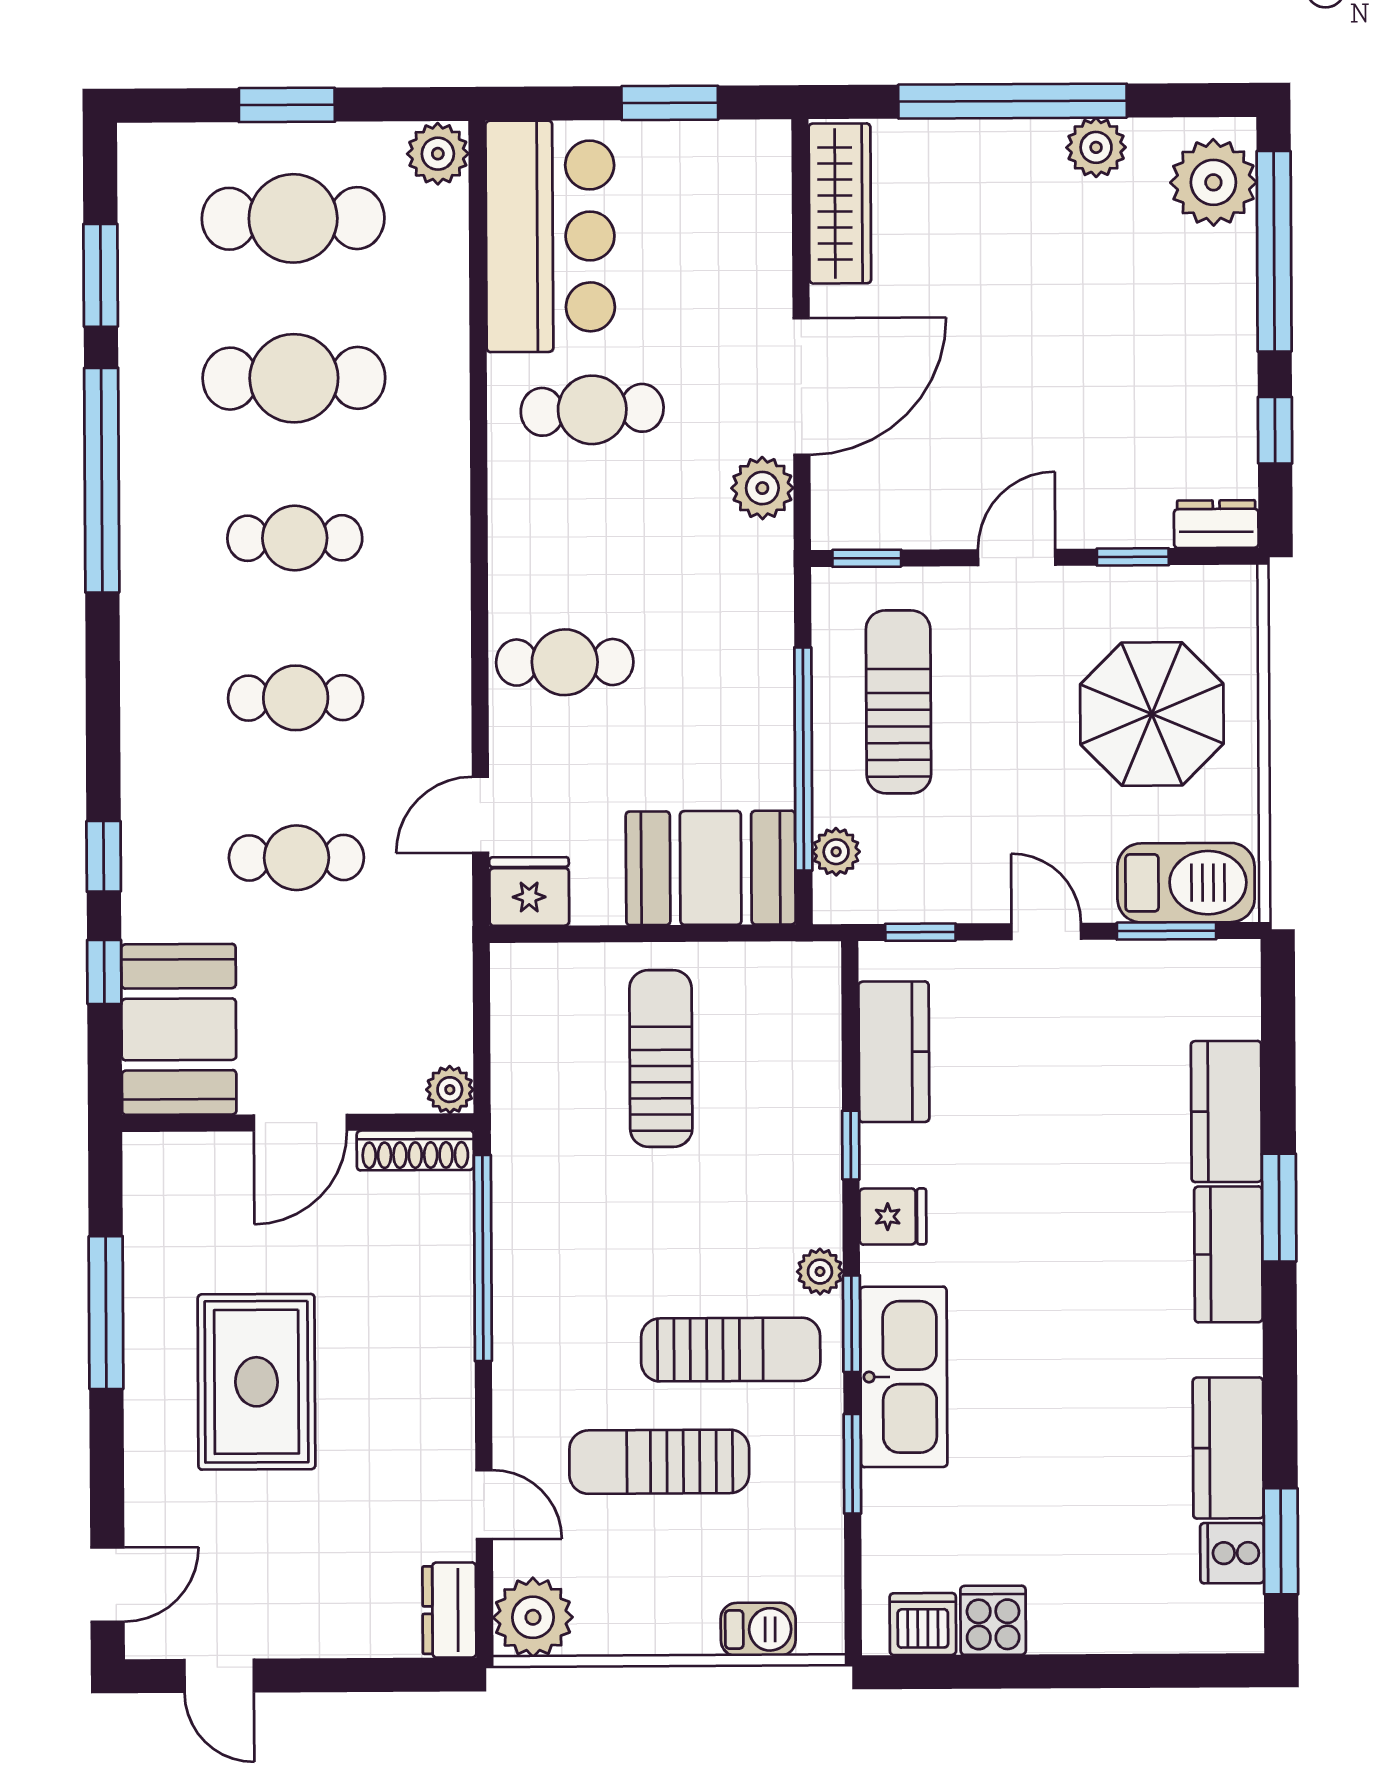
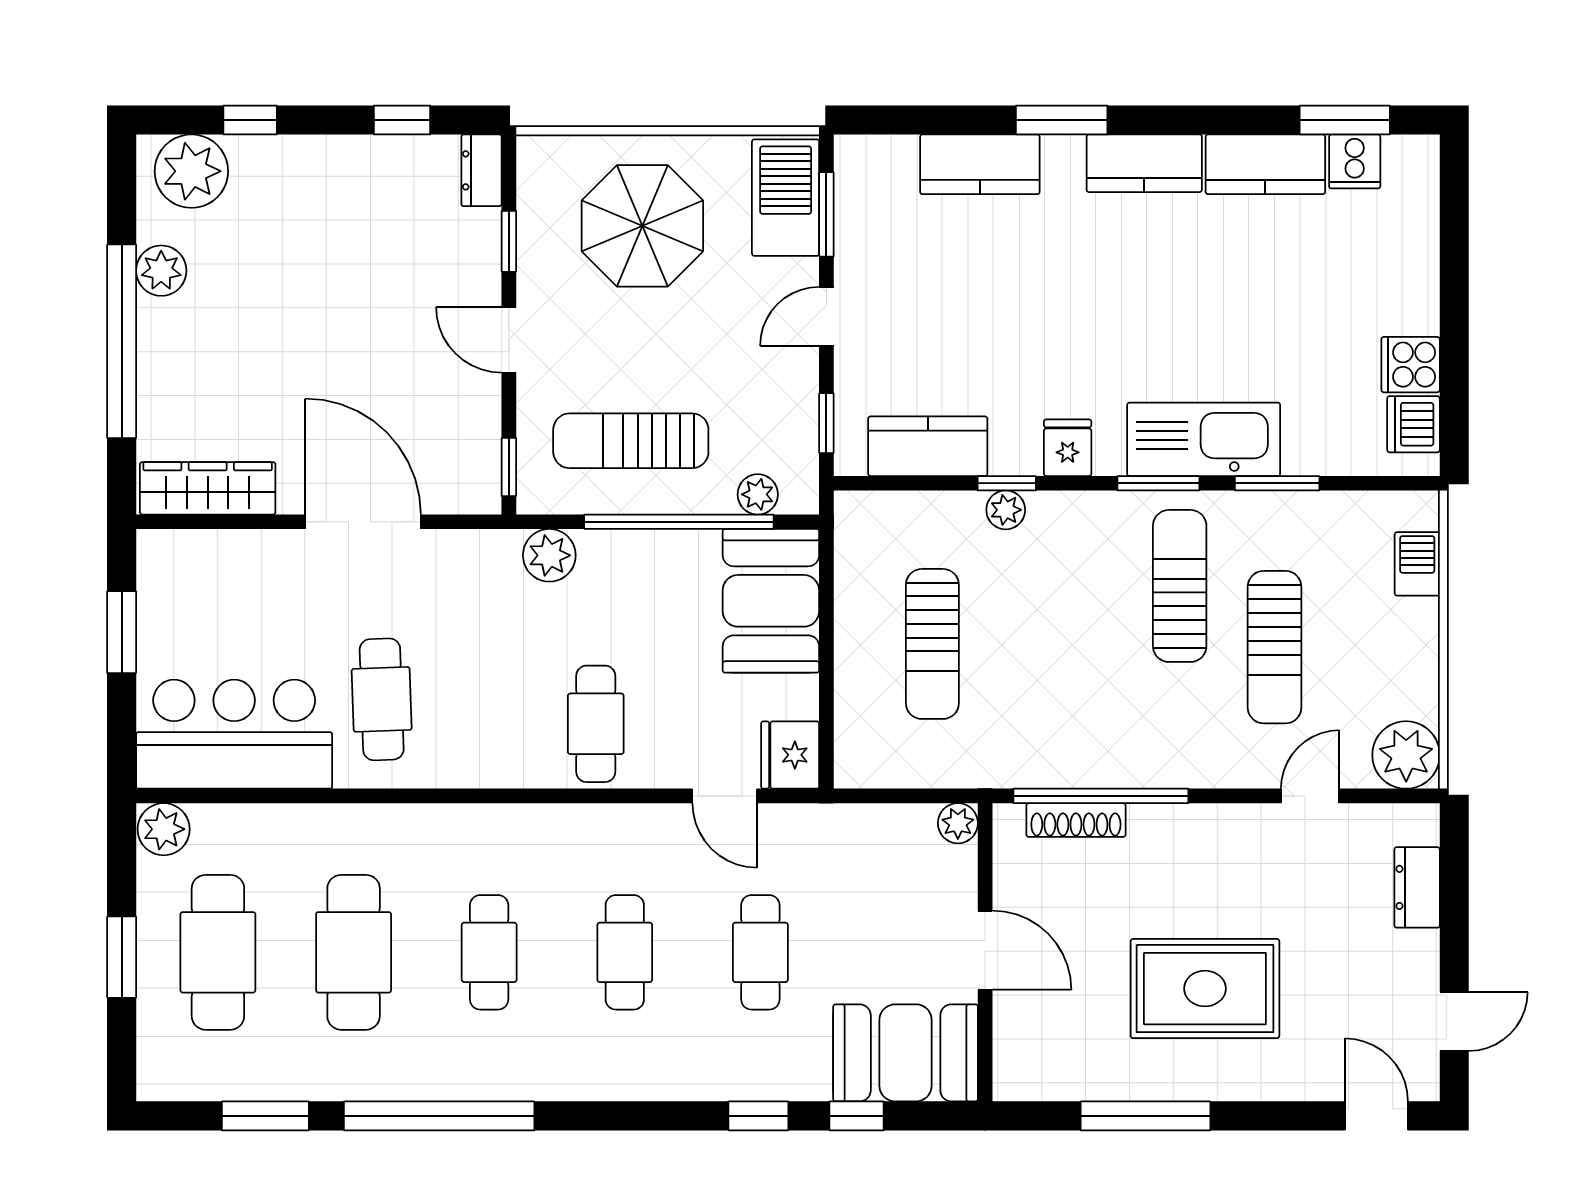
window: (1274, 251) -> (250, 120), width x0.32
plant: (762, 488) -> (549, 555), moved
sun lounger: (661, 1058) -> (932, 644), turned -90
shoe rack: (415, 1150) -> (1076, 820), moved, turned 90
kitchen counter: (1228, 1254) -> (1144, 163), moved
plant: (820, 1272) -> (1006, 510), moved
dresser: (449, 1610) -> (1417, 887), moved, turned 90

